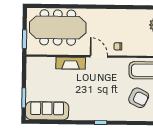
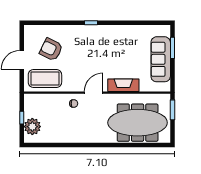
door: (99, 56) -> (94, 93), swing flipped
sofa: (47, 111) -> (161, 59), moved, turned 90

